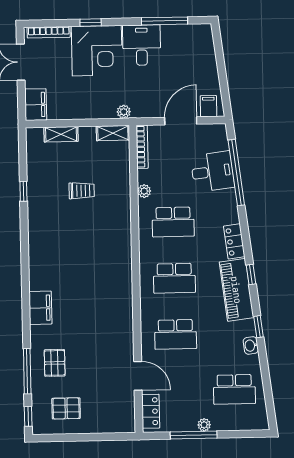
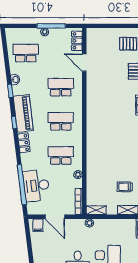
door: (181, 121) -> (55, 217), hinge flipped
desk: (212, 172) -> (36, 186), width x1.37
trolley: (82, 191) -> (125, 187), moved

